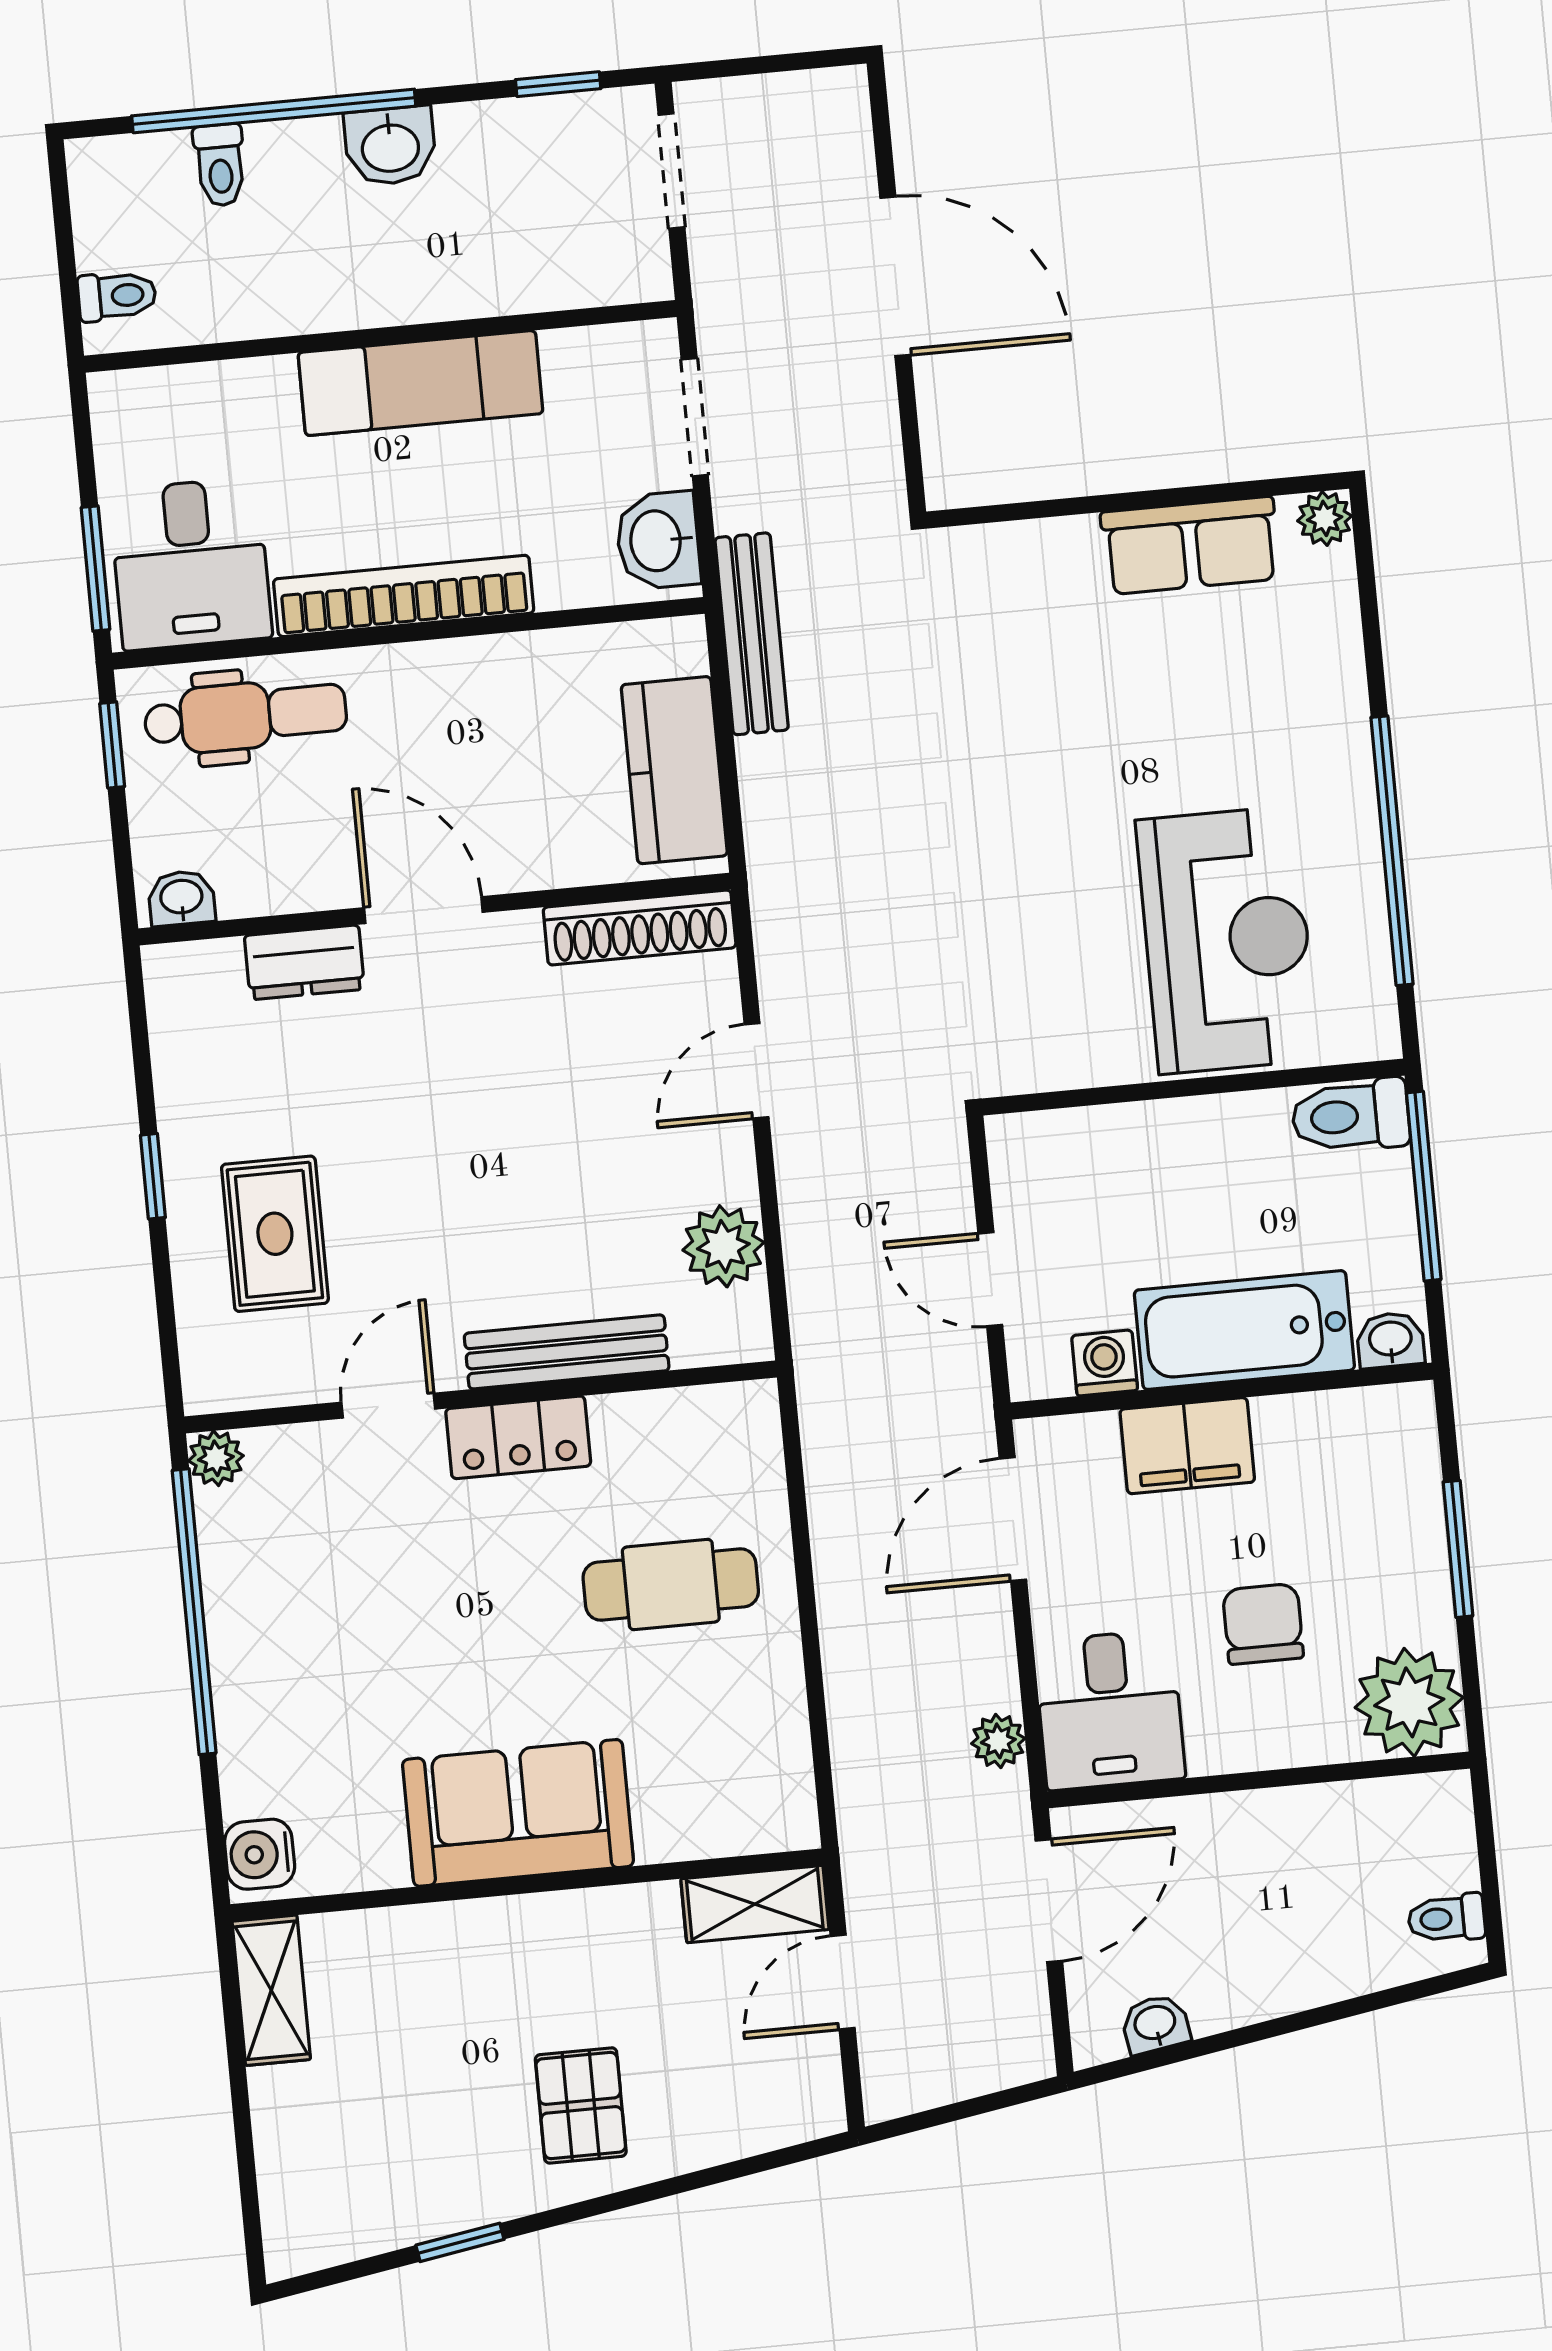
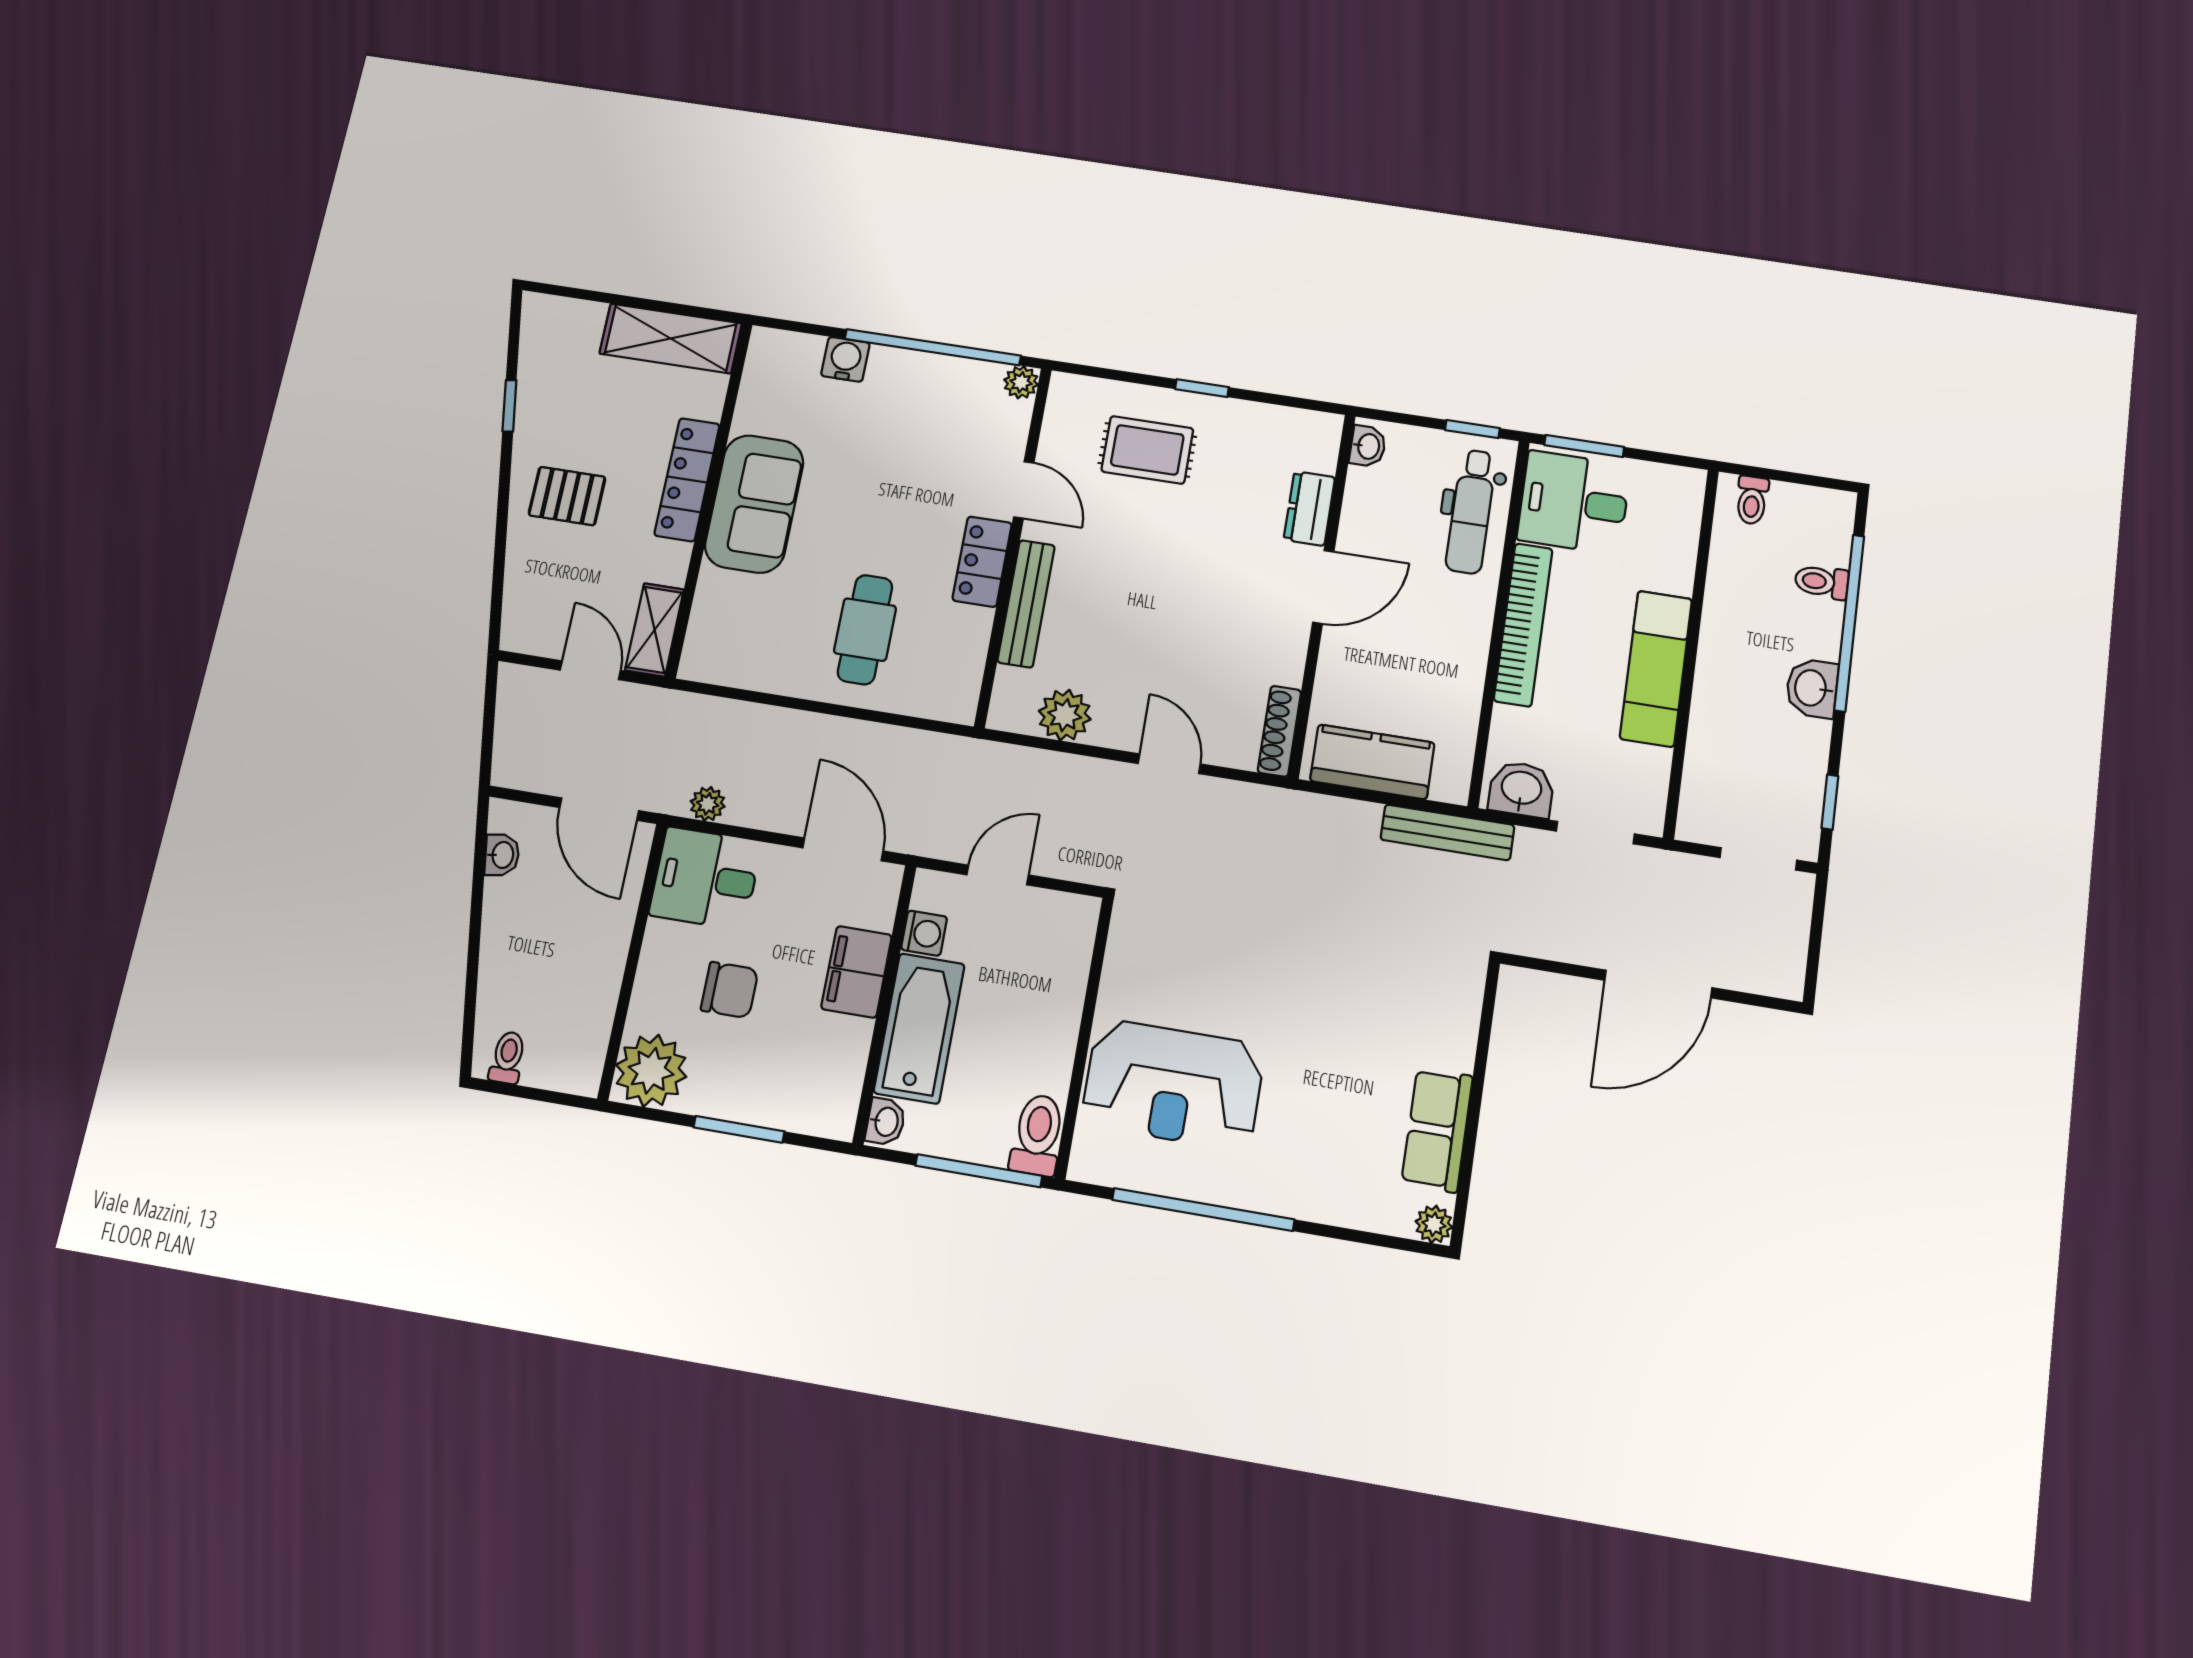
shoe rack: (640, 927) -> (1279, 731), width x0.74, depth x0.81
water cooler: (260, 1854) -> (845, 359), moved
locker: (506, 1928) -> (687, 480), added
shelving: (271, 1990) -> (671, 338), width x1.50, depth x1.33

